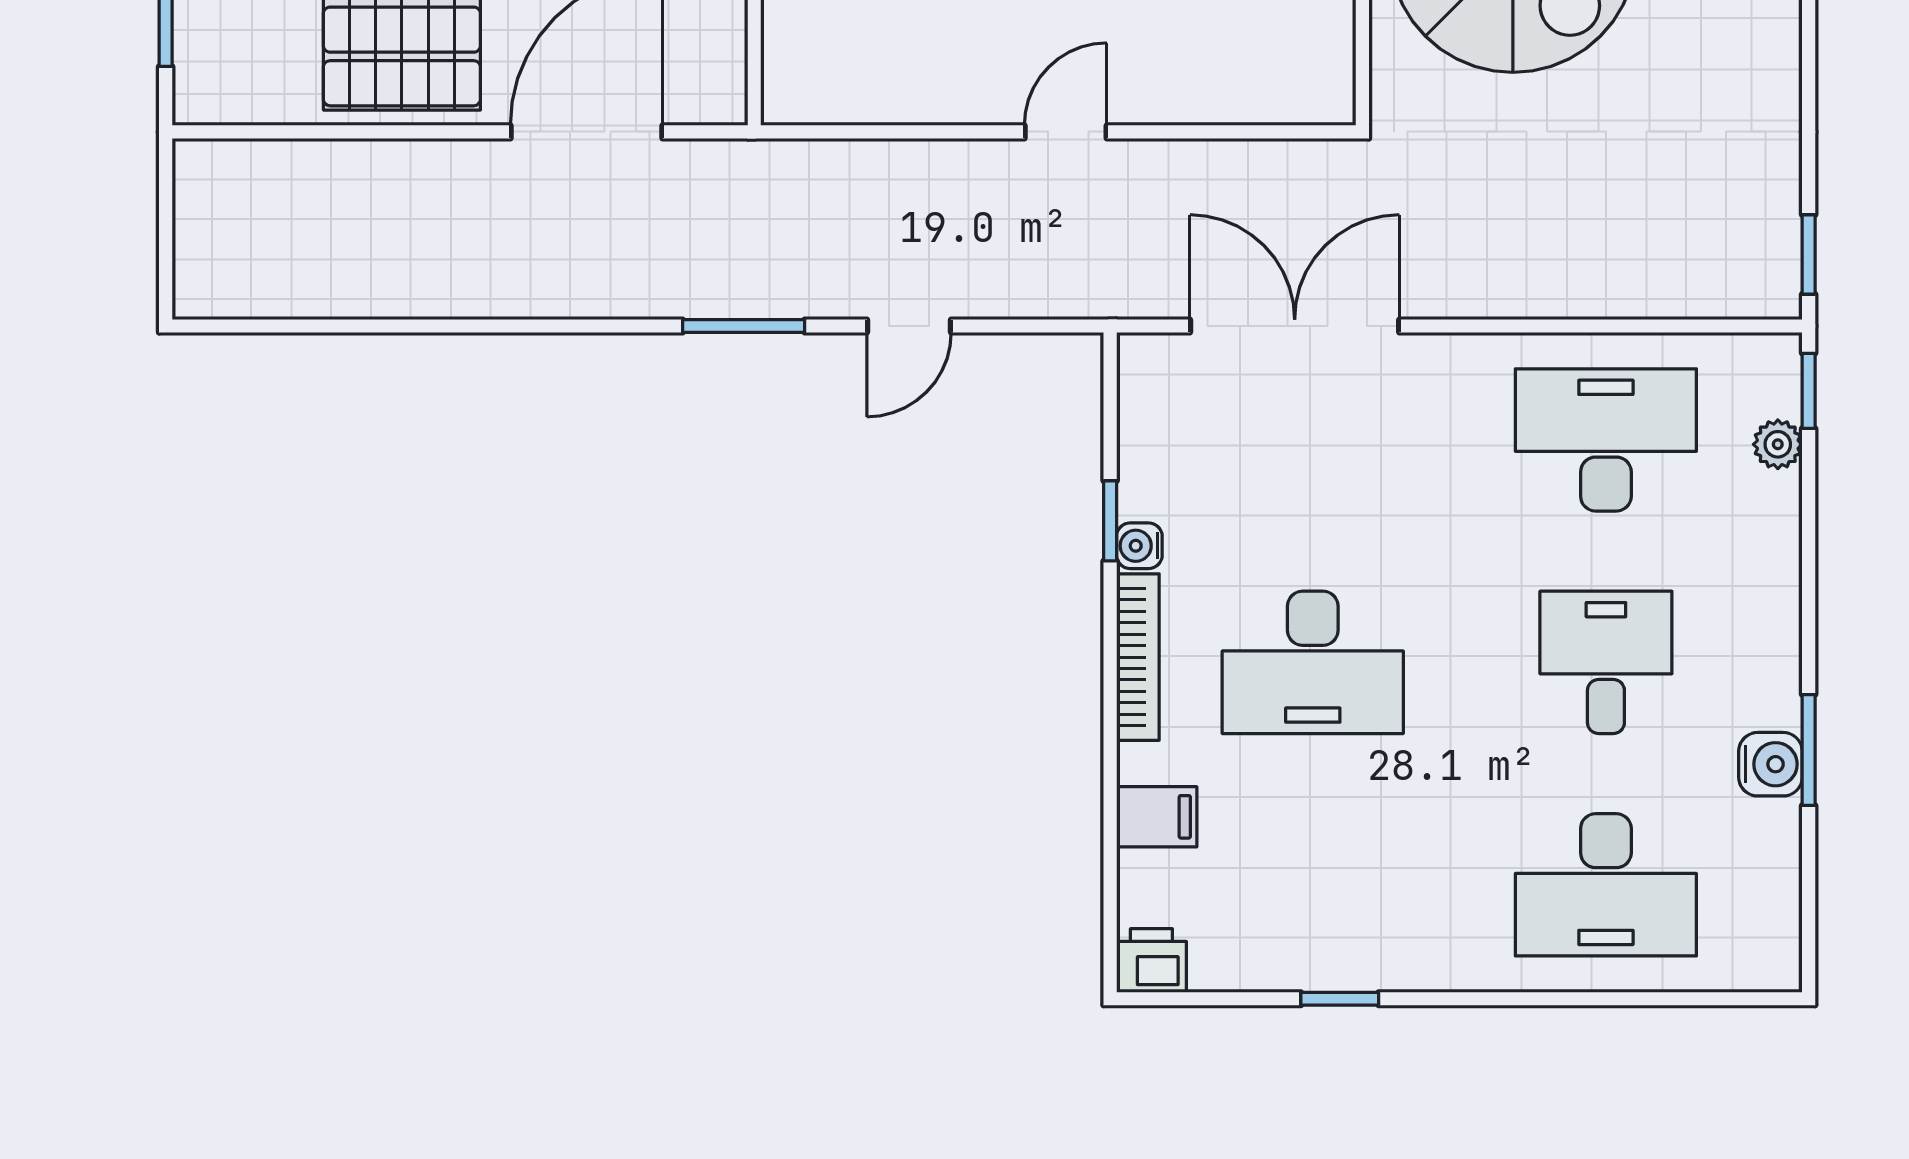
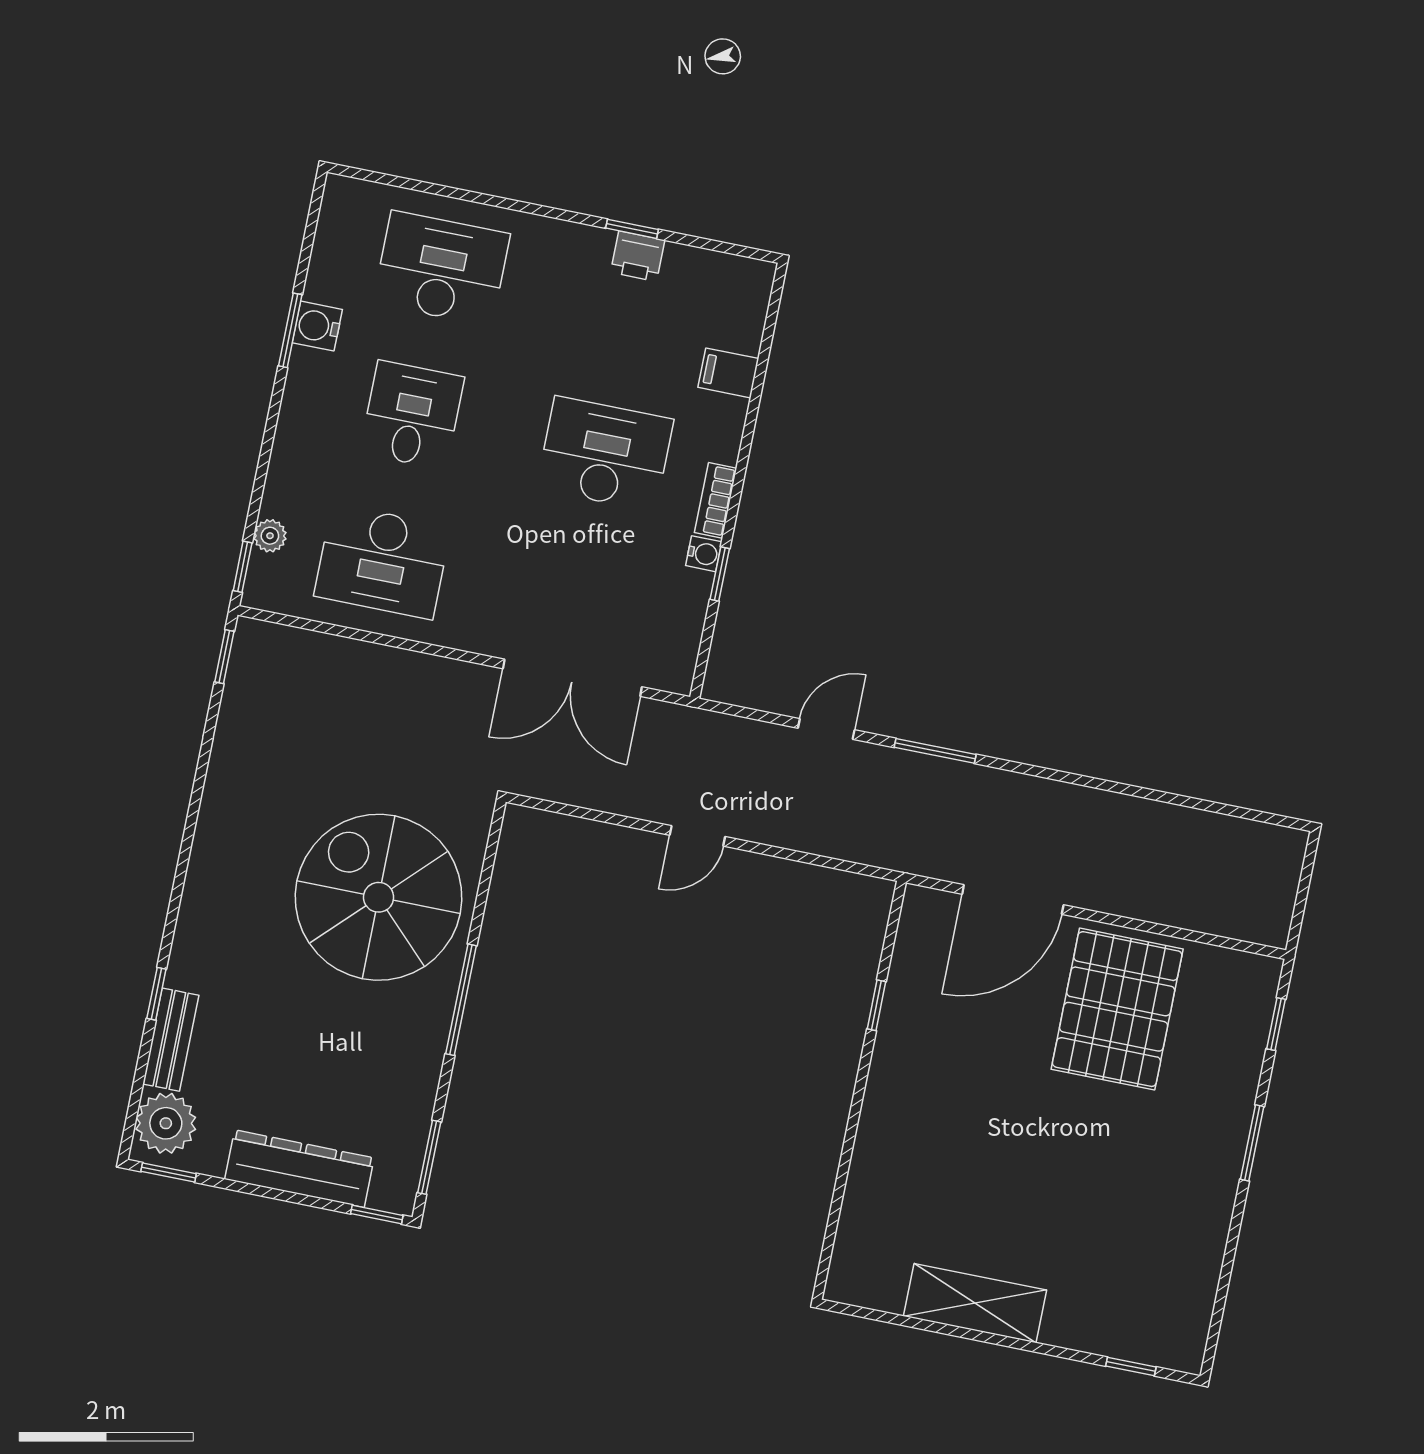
bookcase: (1138, 657) -> (716, 500), width x0.64
desk: (1606, 662) -> (412, 415), turned 180
printer: (1151, 961) -> (638, 256), moved

